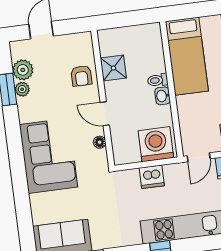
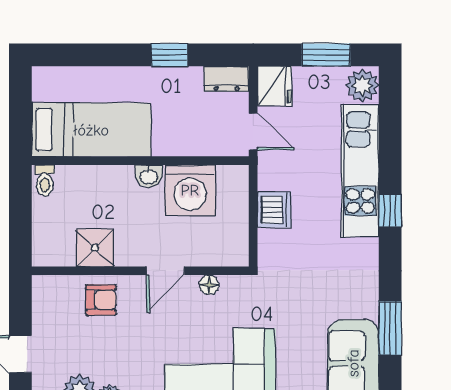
toilet: (158, 80) -> (45, 181), moved
washing machine: (156, 144) -> (190, 190), moved, turned -90

